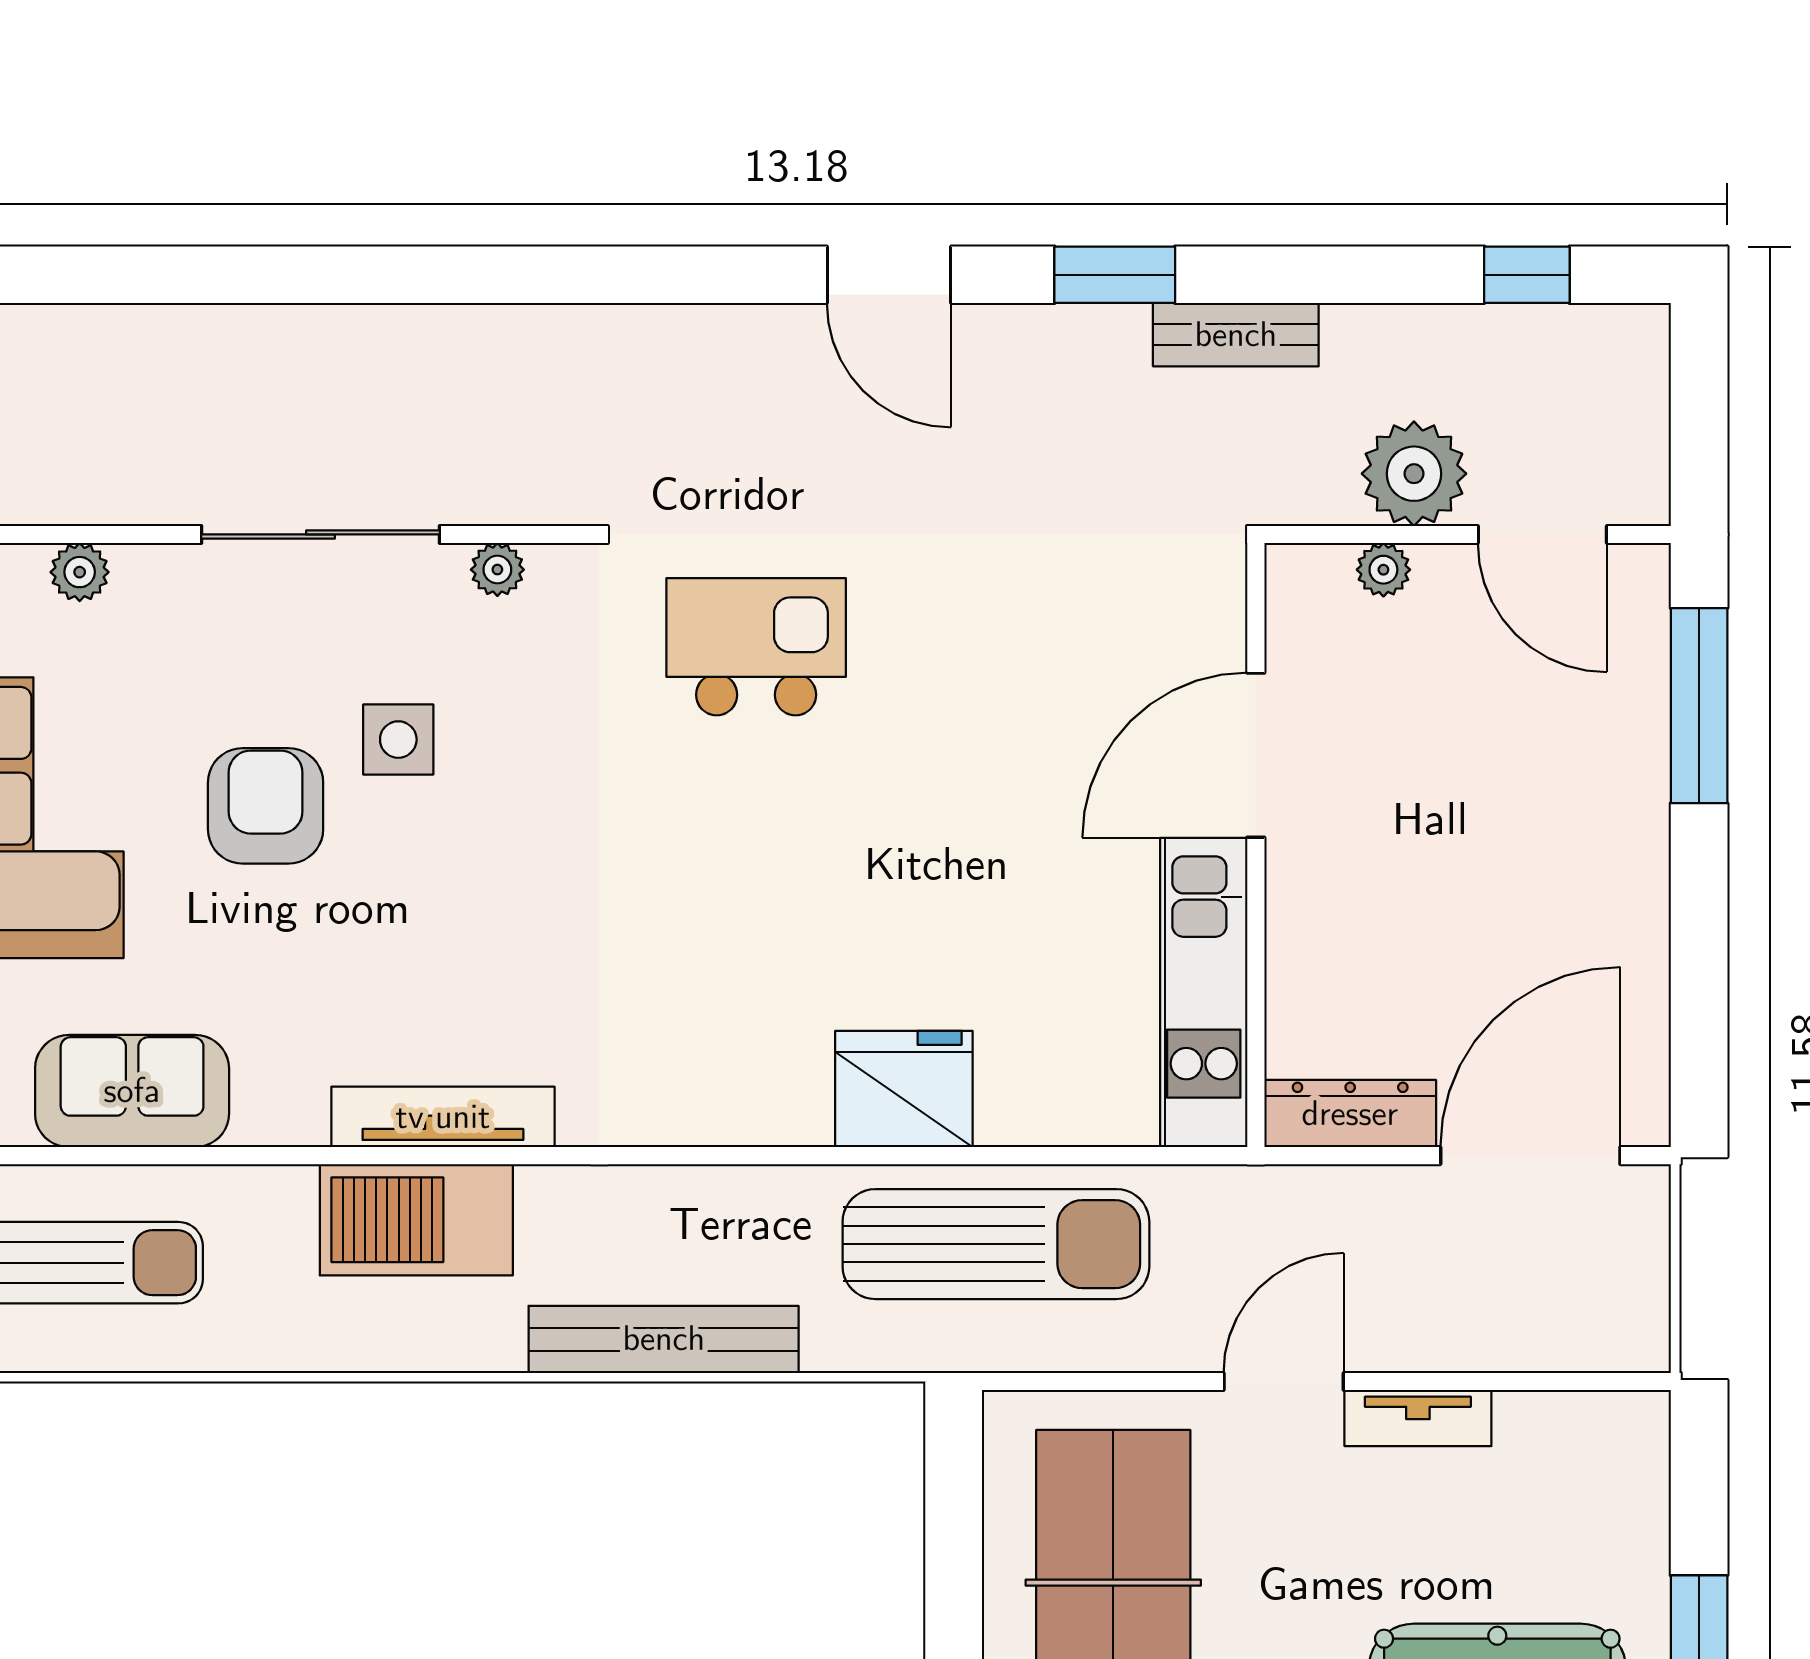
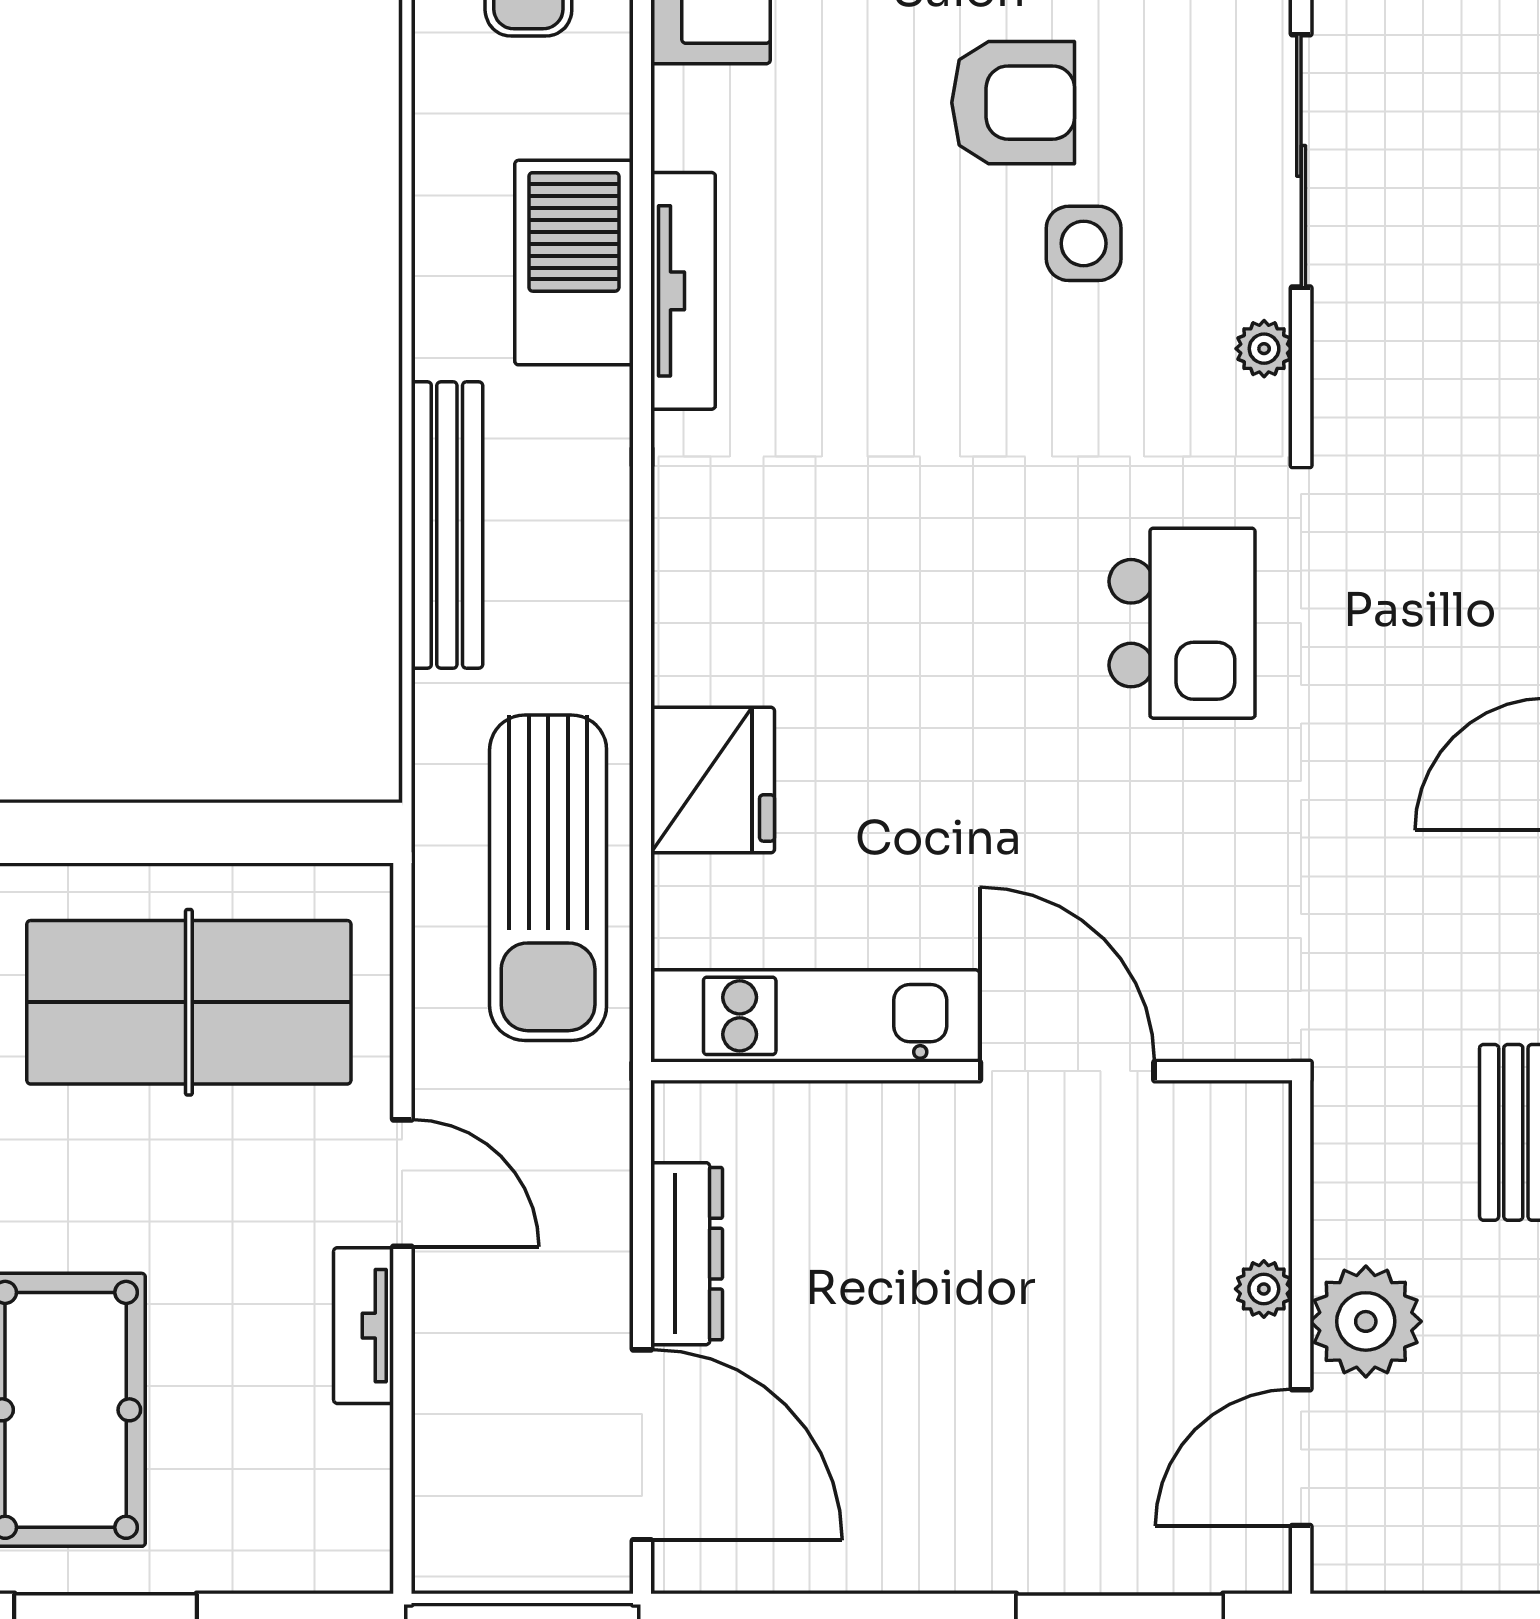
door: (1256, 755) -> (1067, 1071), moved
wall: (1256, 845) -> (972, 1071), moved
kitchen unit: (1204, 992) -> (815, 1016), moved

